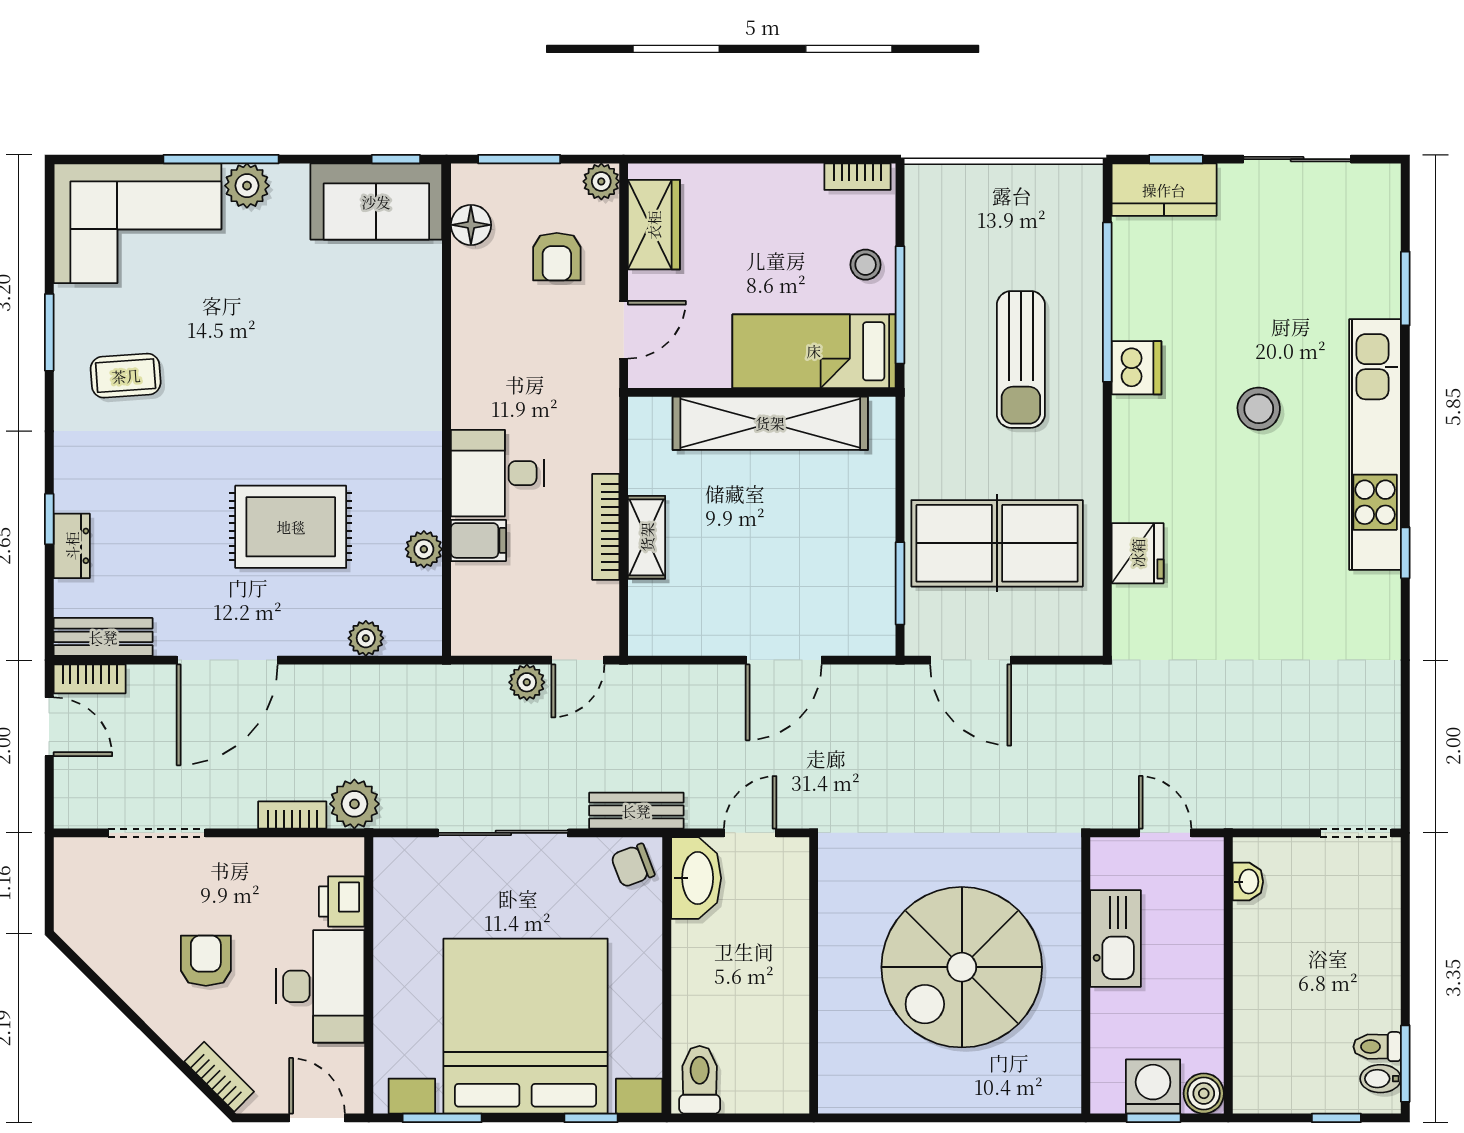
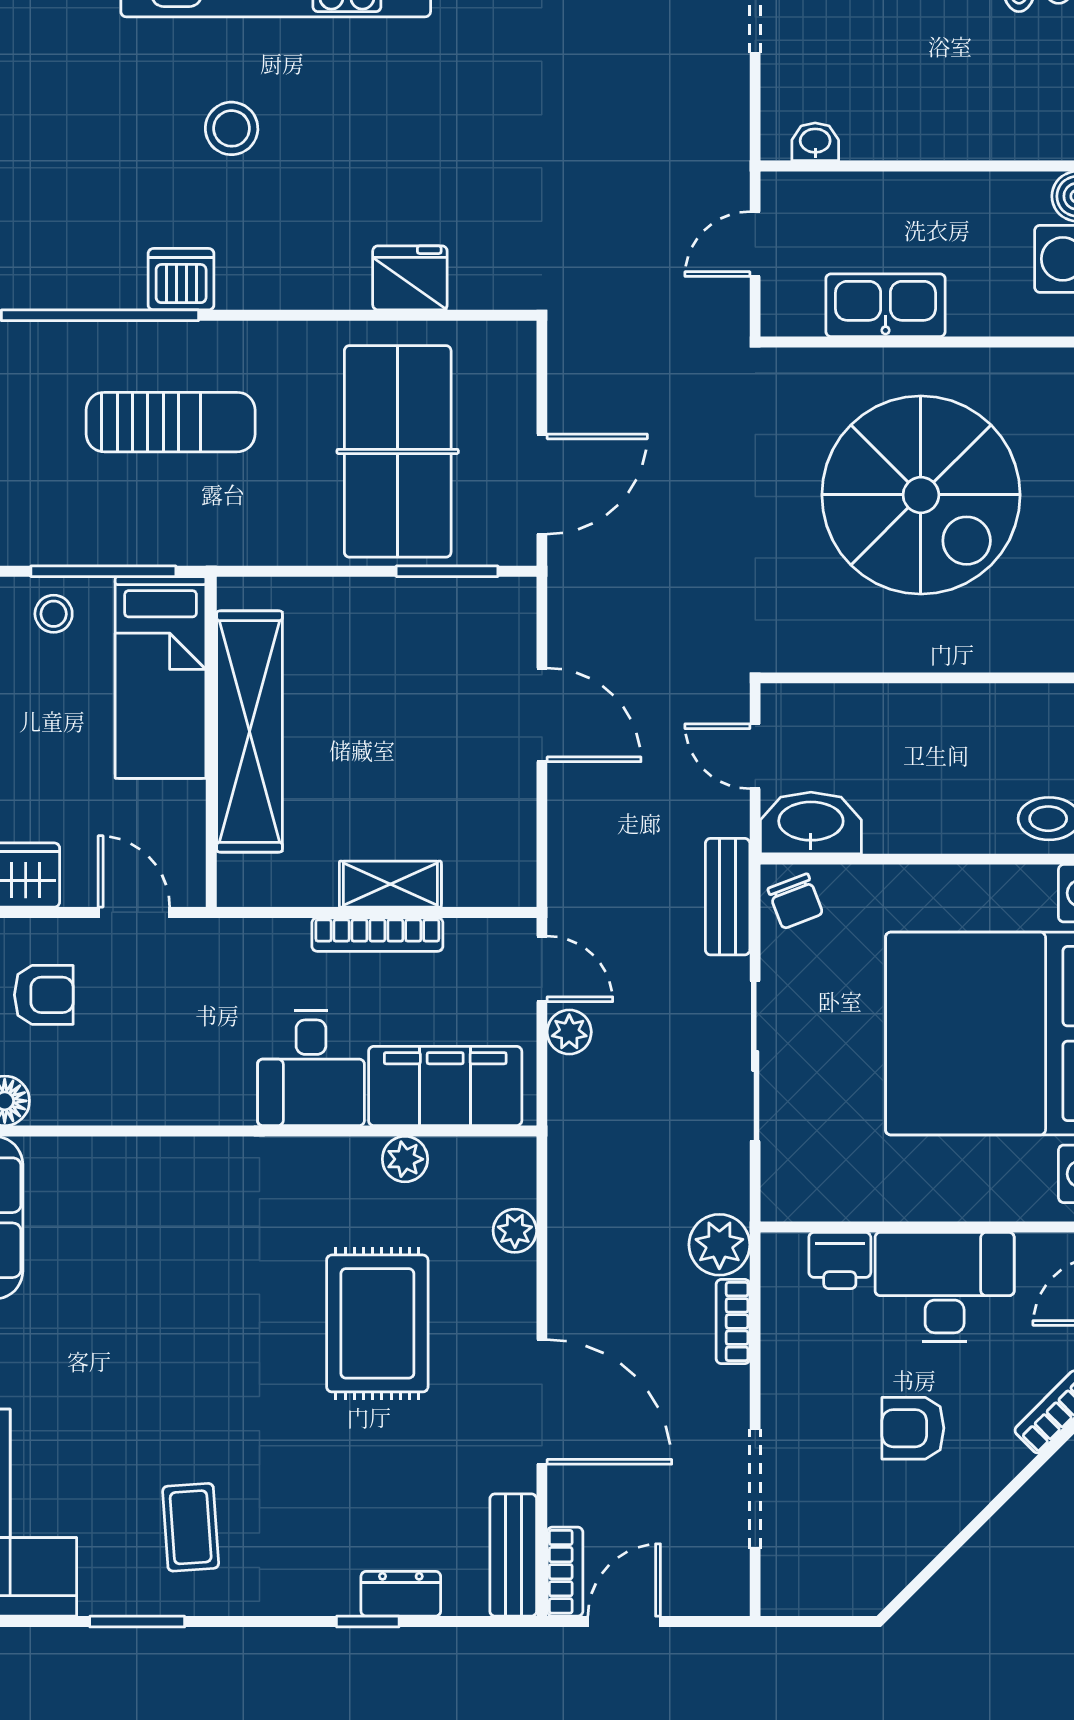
filing cabinet: (478, 540) -> (445, 1086), width x3.00, depth x1.17

